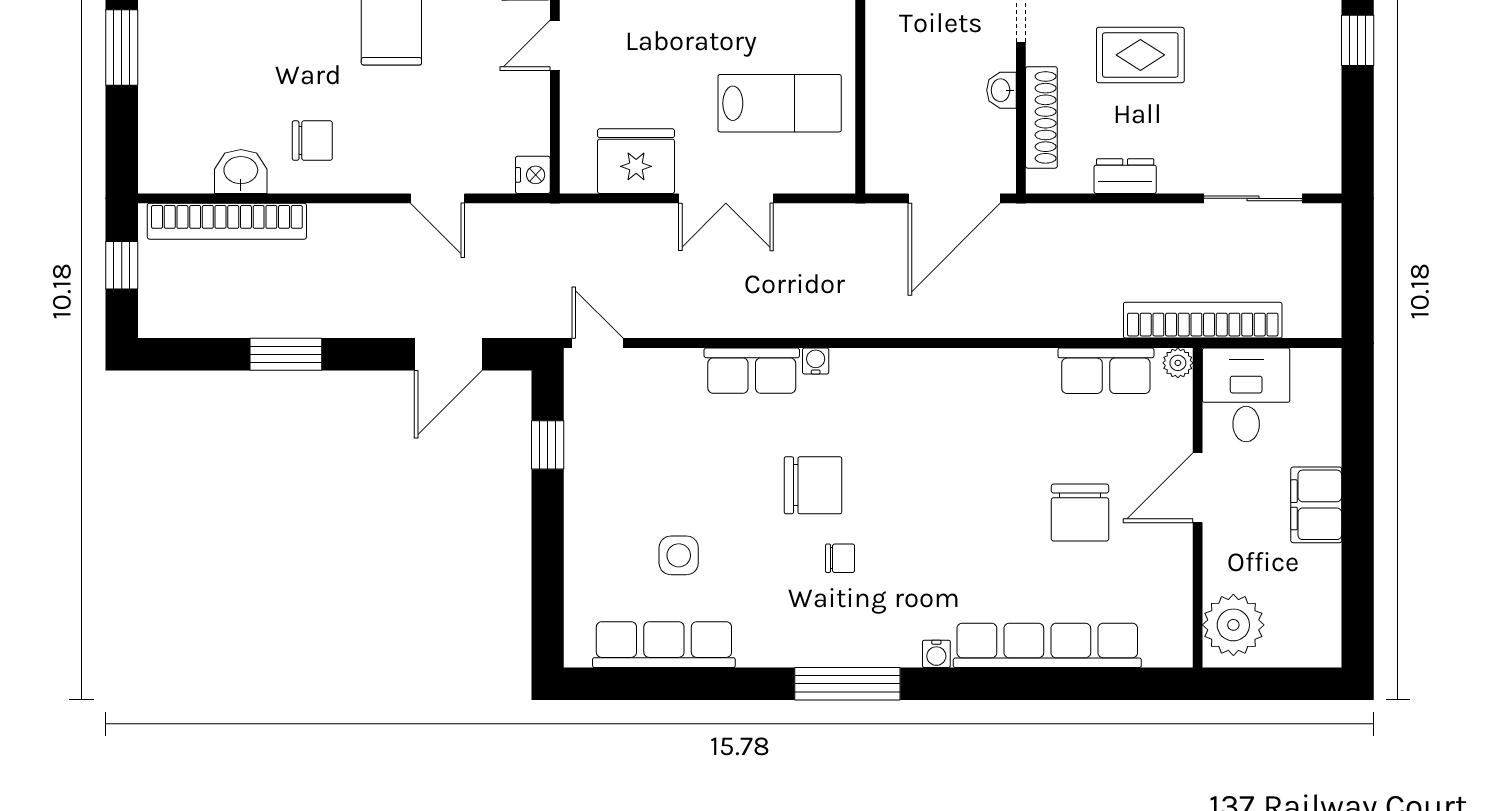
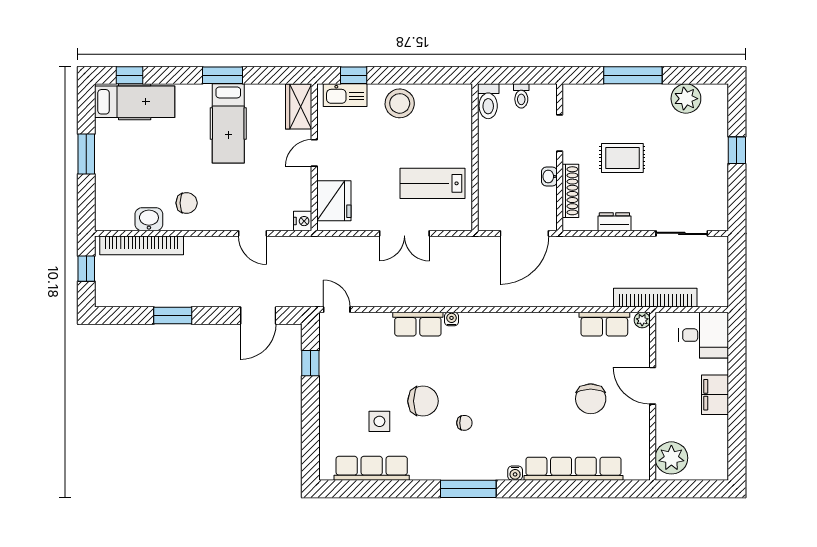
lab bench: (780, 103) -> (433, 183), turned 180
fridge: (636, 161) -> (334, 201), moved, turned 90
desk: (1246, 395) -> (704, 335), moved, turned 90
chair: (813, 485) -> (423, 401), moved
door: (1198, 488) -> (653, 386), hinge flipped

